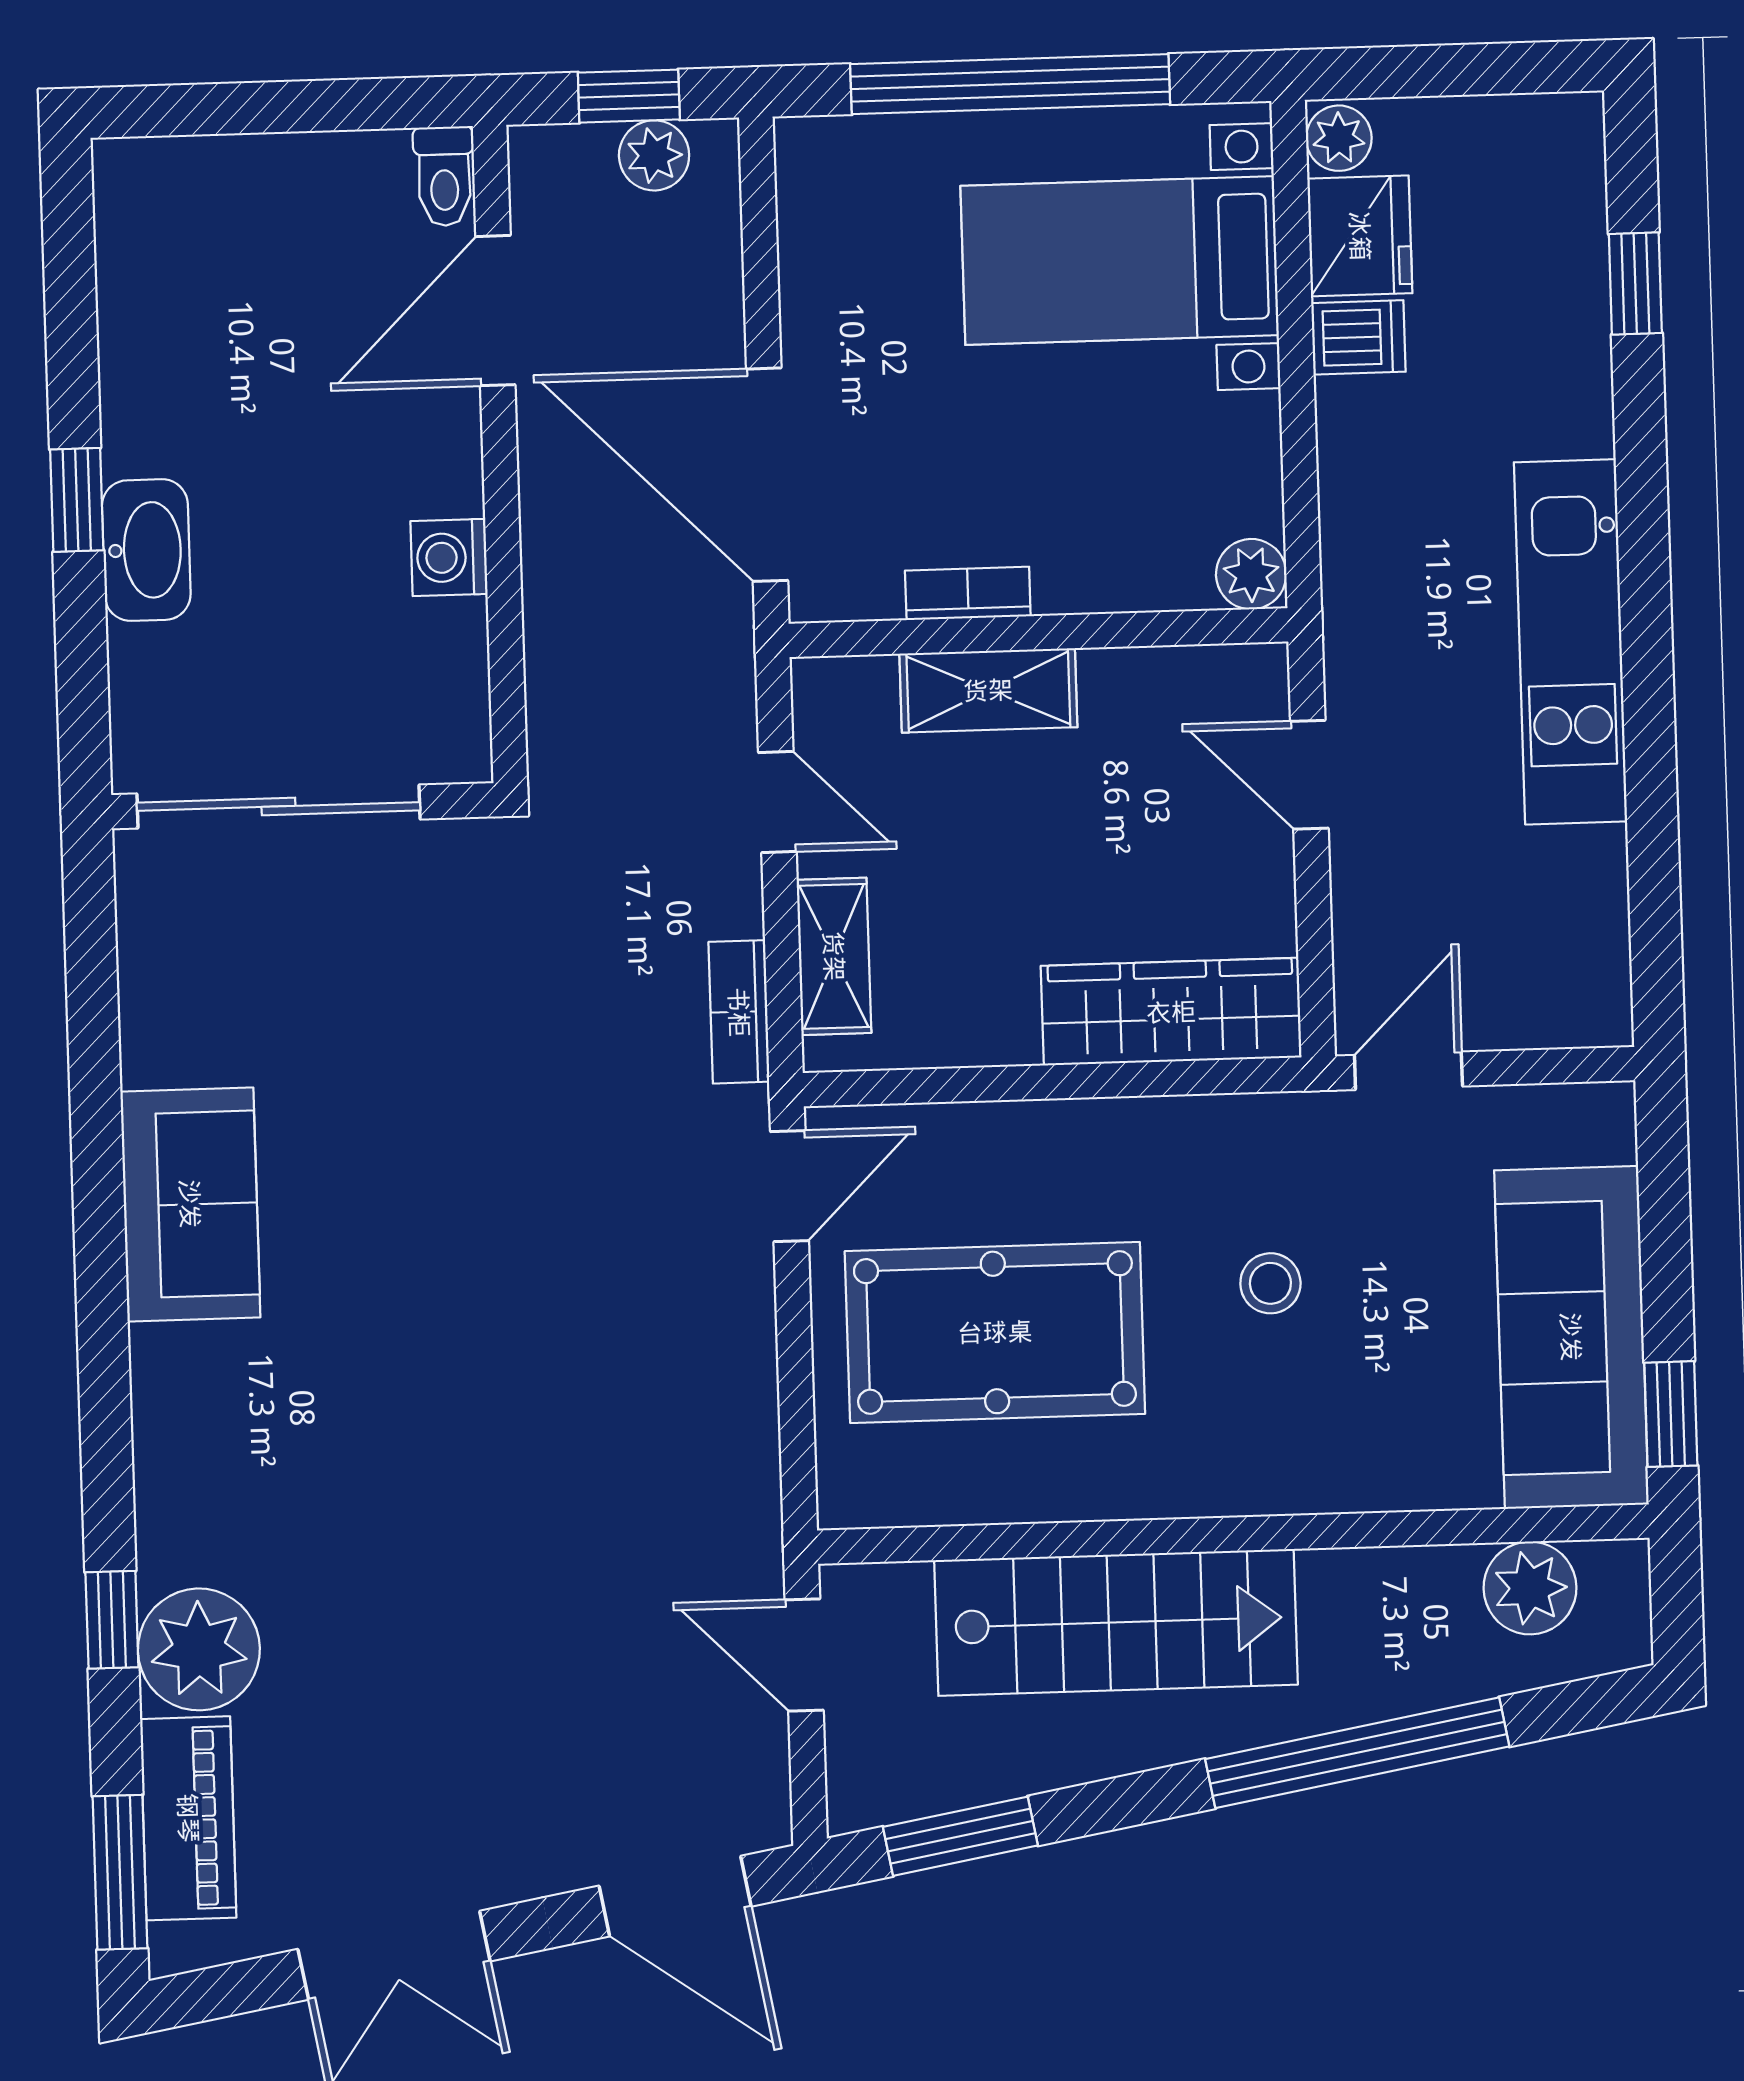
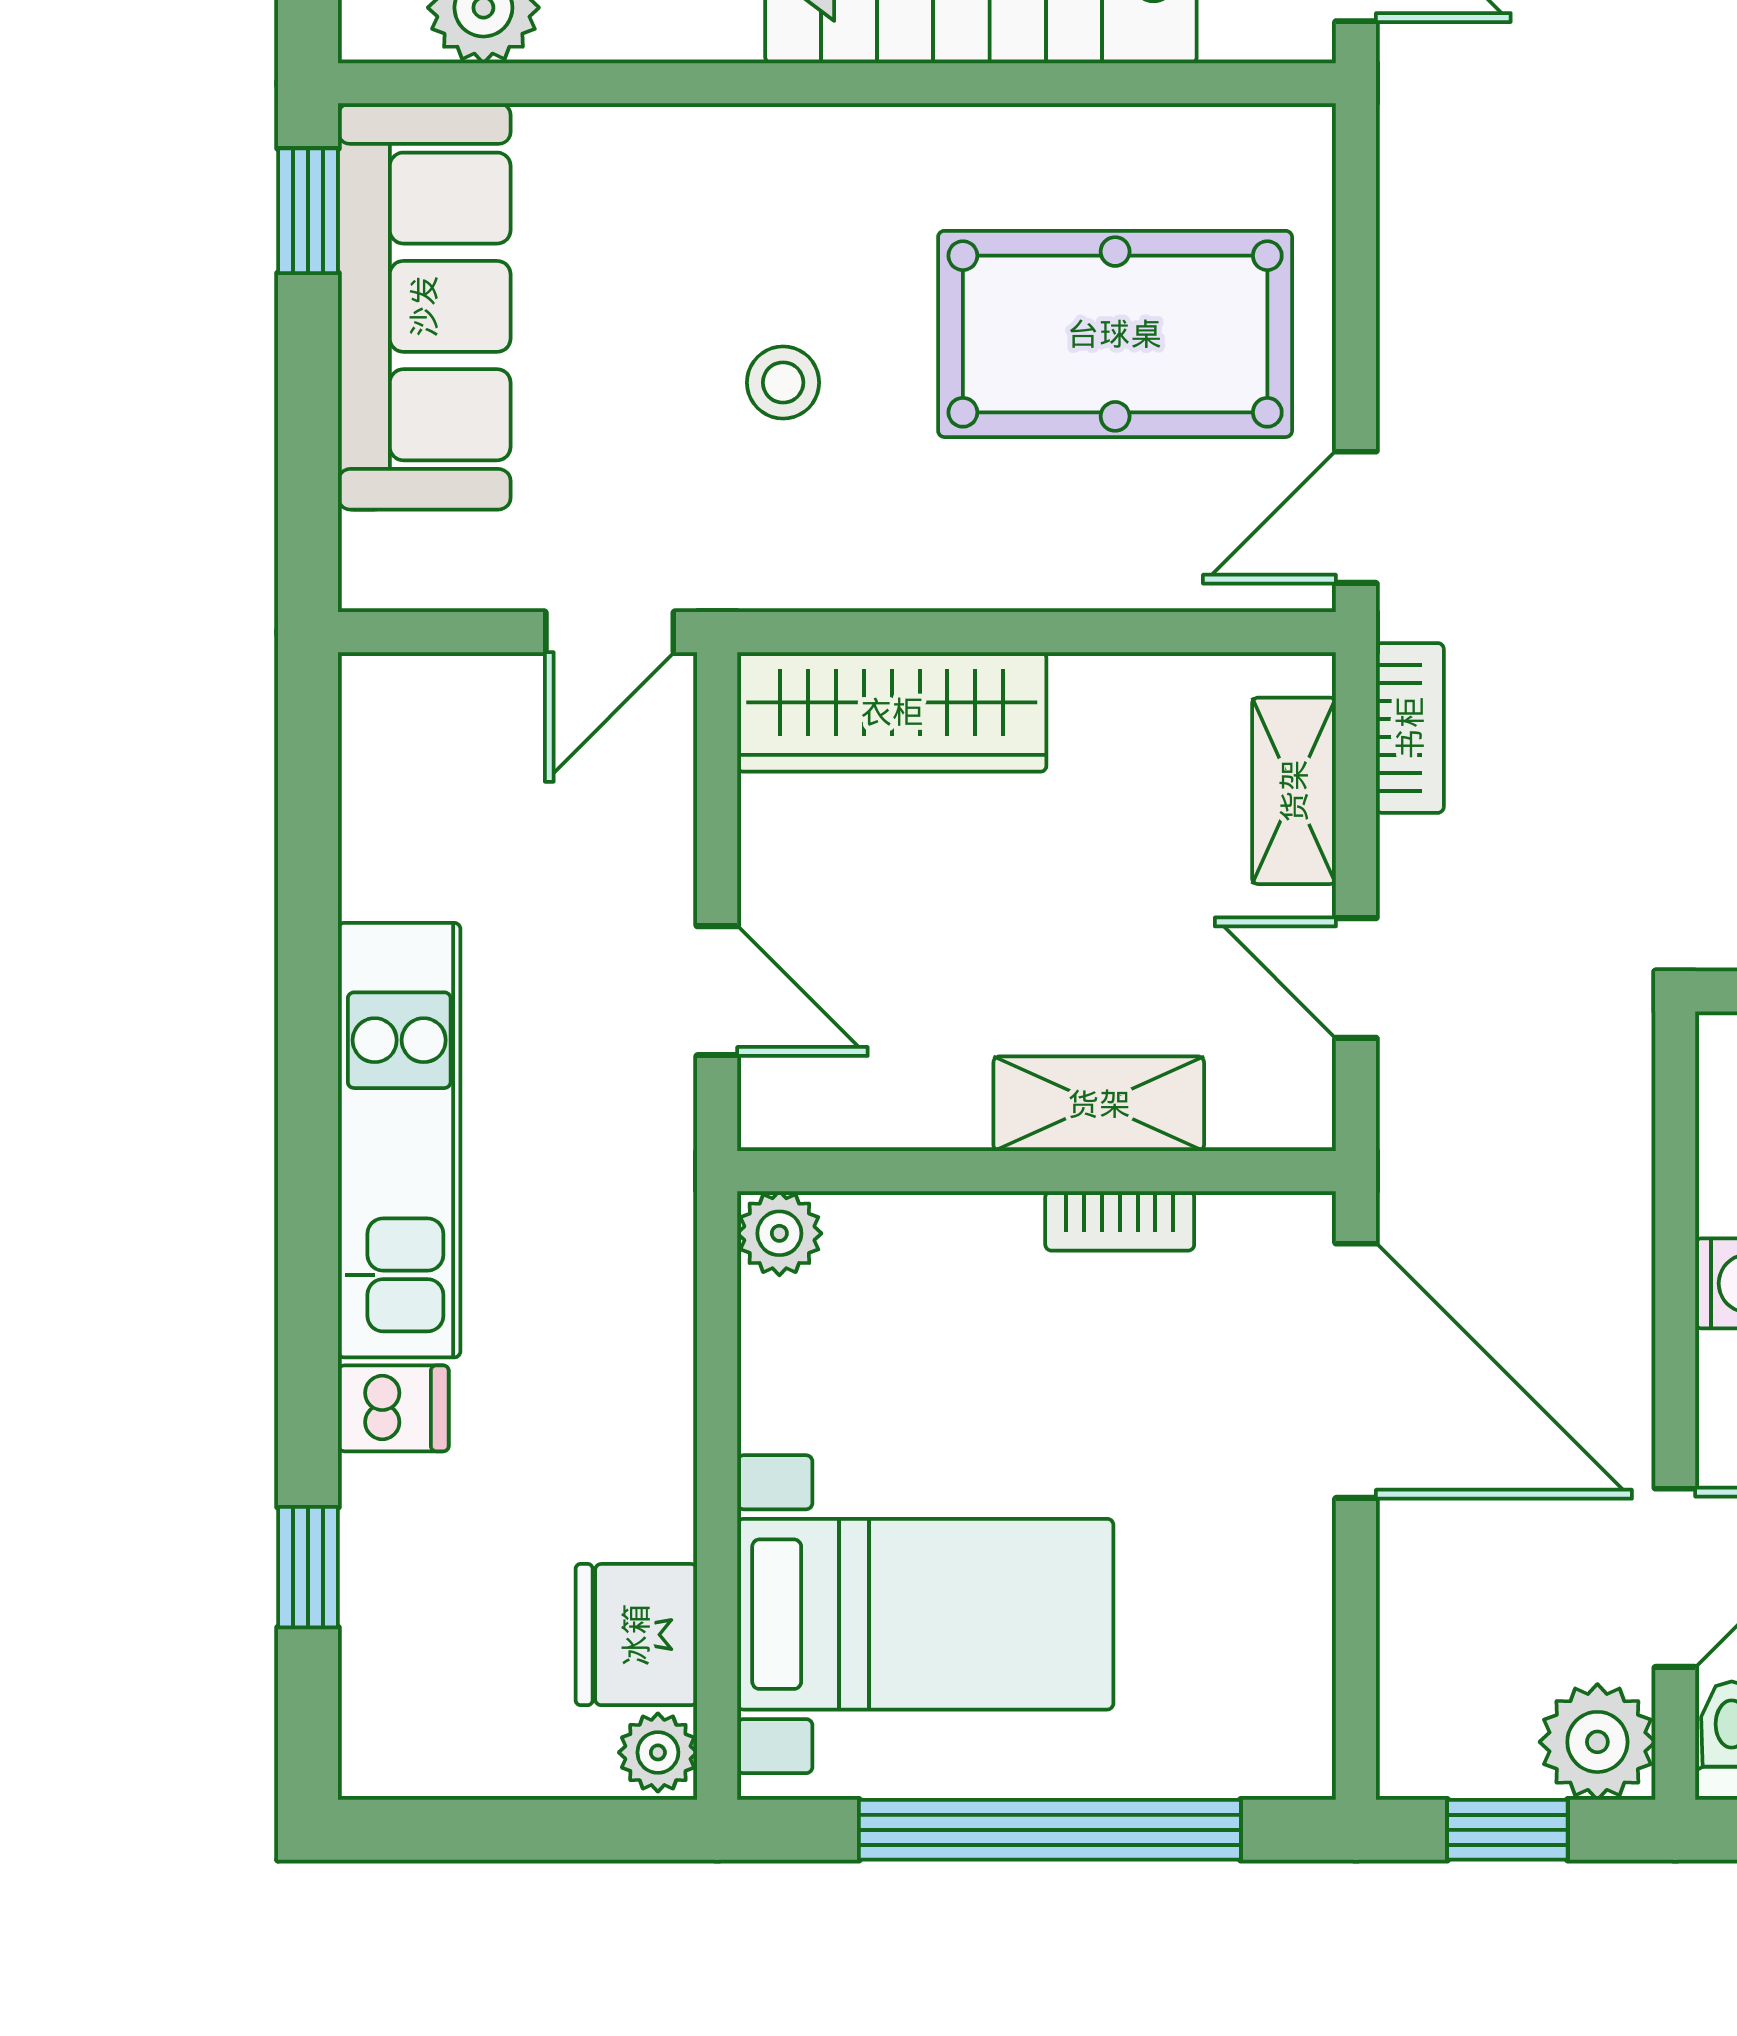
plant: (654, 155) -> (1597, 1742), moved, width x1.38, depth x1.38
dishwasher: (1358, 337) -> (393, 1408), moved, turned 180

